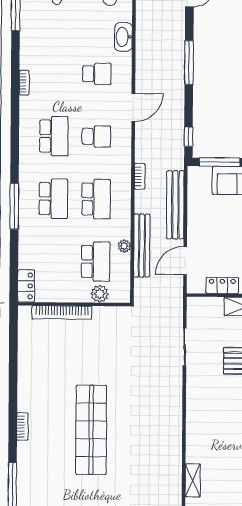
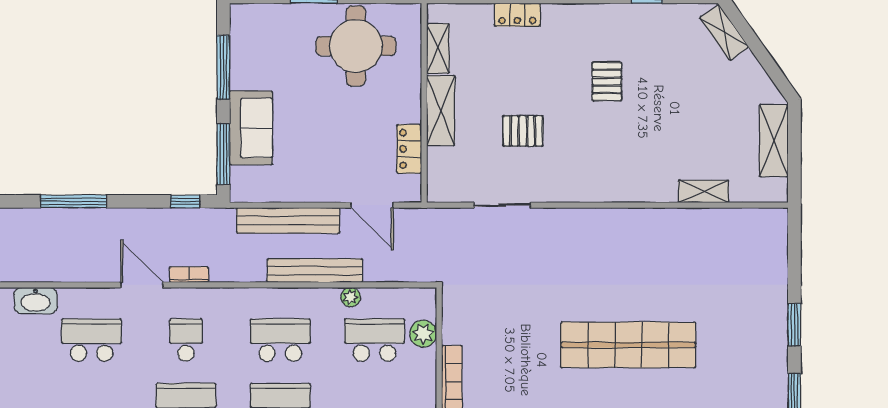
school desk: (97, 74) -> (92, 340), width x1.85
bookcase: (140, 176) -> (189, 275), moved
bench: (142, 246) -> (315, 271), moved

